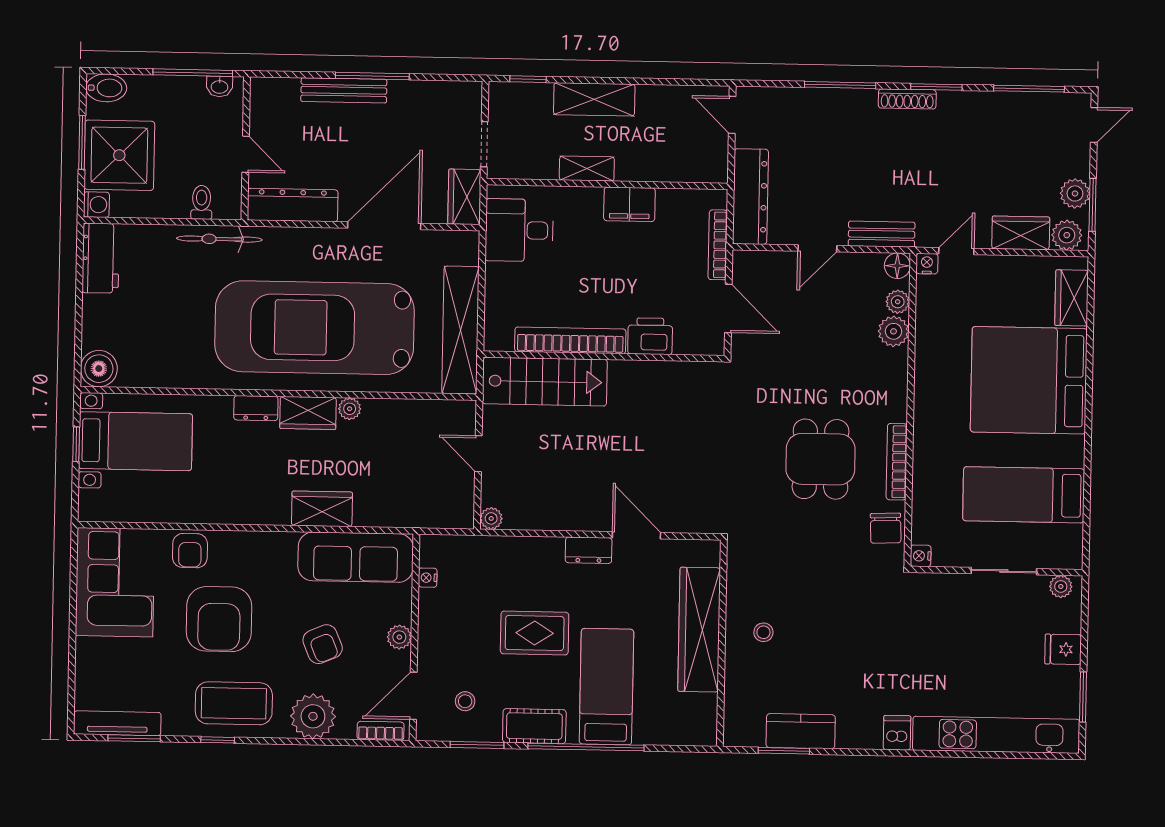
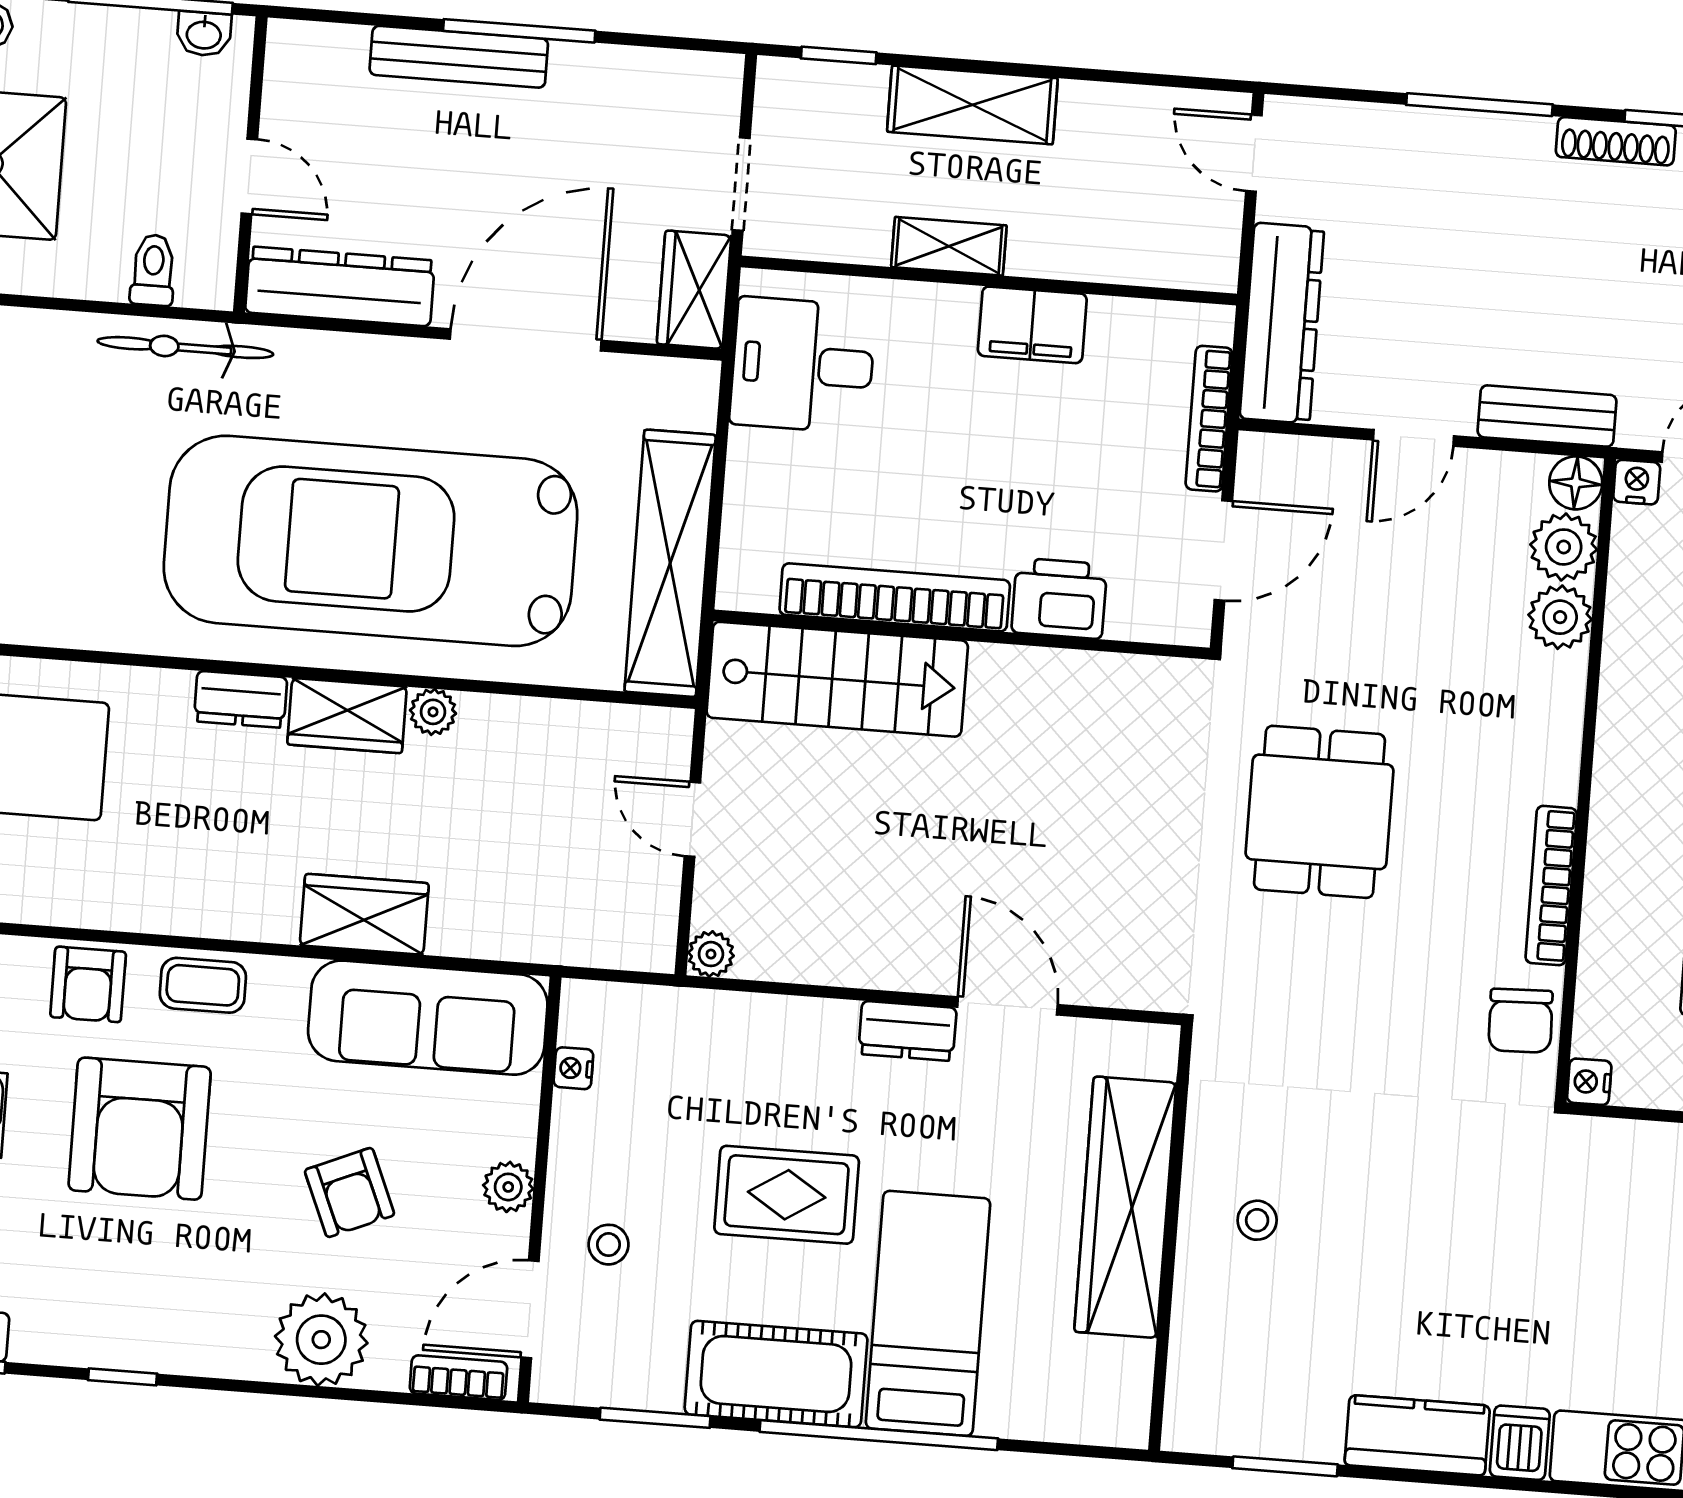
plant: (898, 302) -> (1564, 547), width x1.38, depth x1.38
door: (728, 308) -> (1223, 551), hinge flipped
dining table: (821, 459) -> (1320, 812), moved
stool: (465, 701) -> (608, 1245), moved
coffee table: (234, 703) -> (203, 985), moved, width x0.54, depth x0.58
cot: (534, 726) -> (776, 1374), width x1.37, depth x1.34
kitchen counter: (801, 731) -> (1417, 1435), moved

